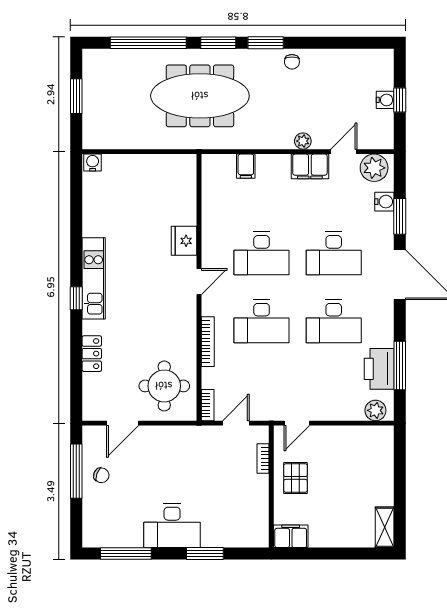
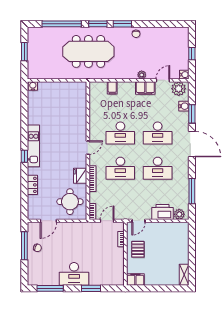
water cooler: (385, 100) -> (184, 75), moved
fridge: (184, 241) -> (80, 176), moved
printer: (379, 369) -> (162, 212), moved, turned 90

